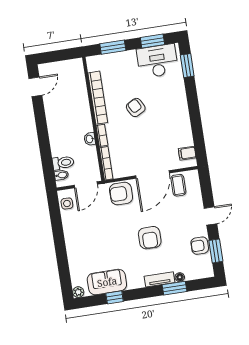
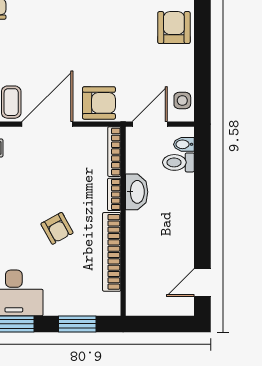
washbasin: (90, 139) -> (137, 192), width x1.91, depth x1.45
armchair: (150, 238) -> (174, 28), moved

